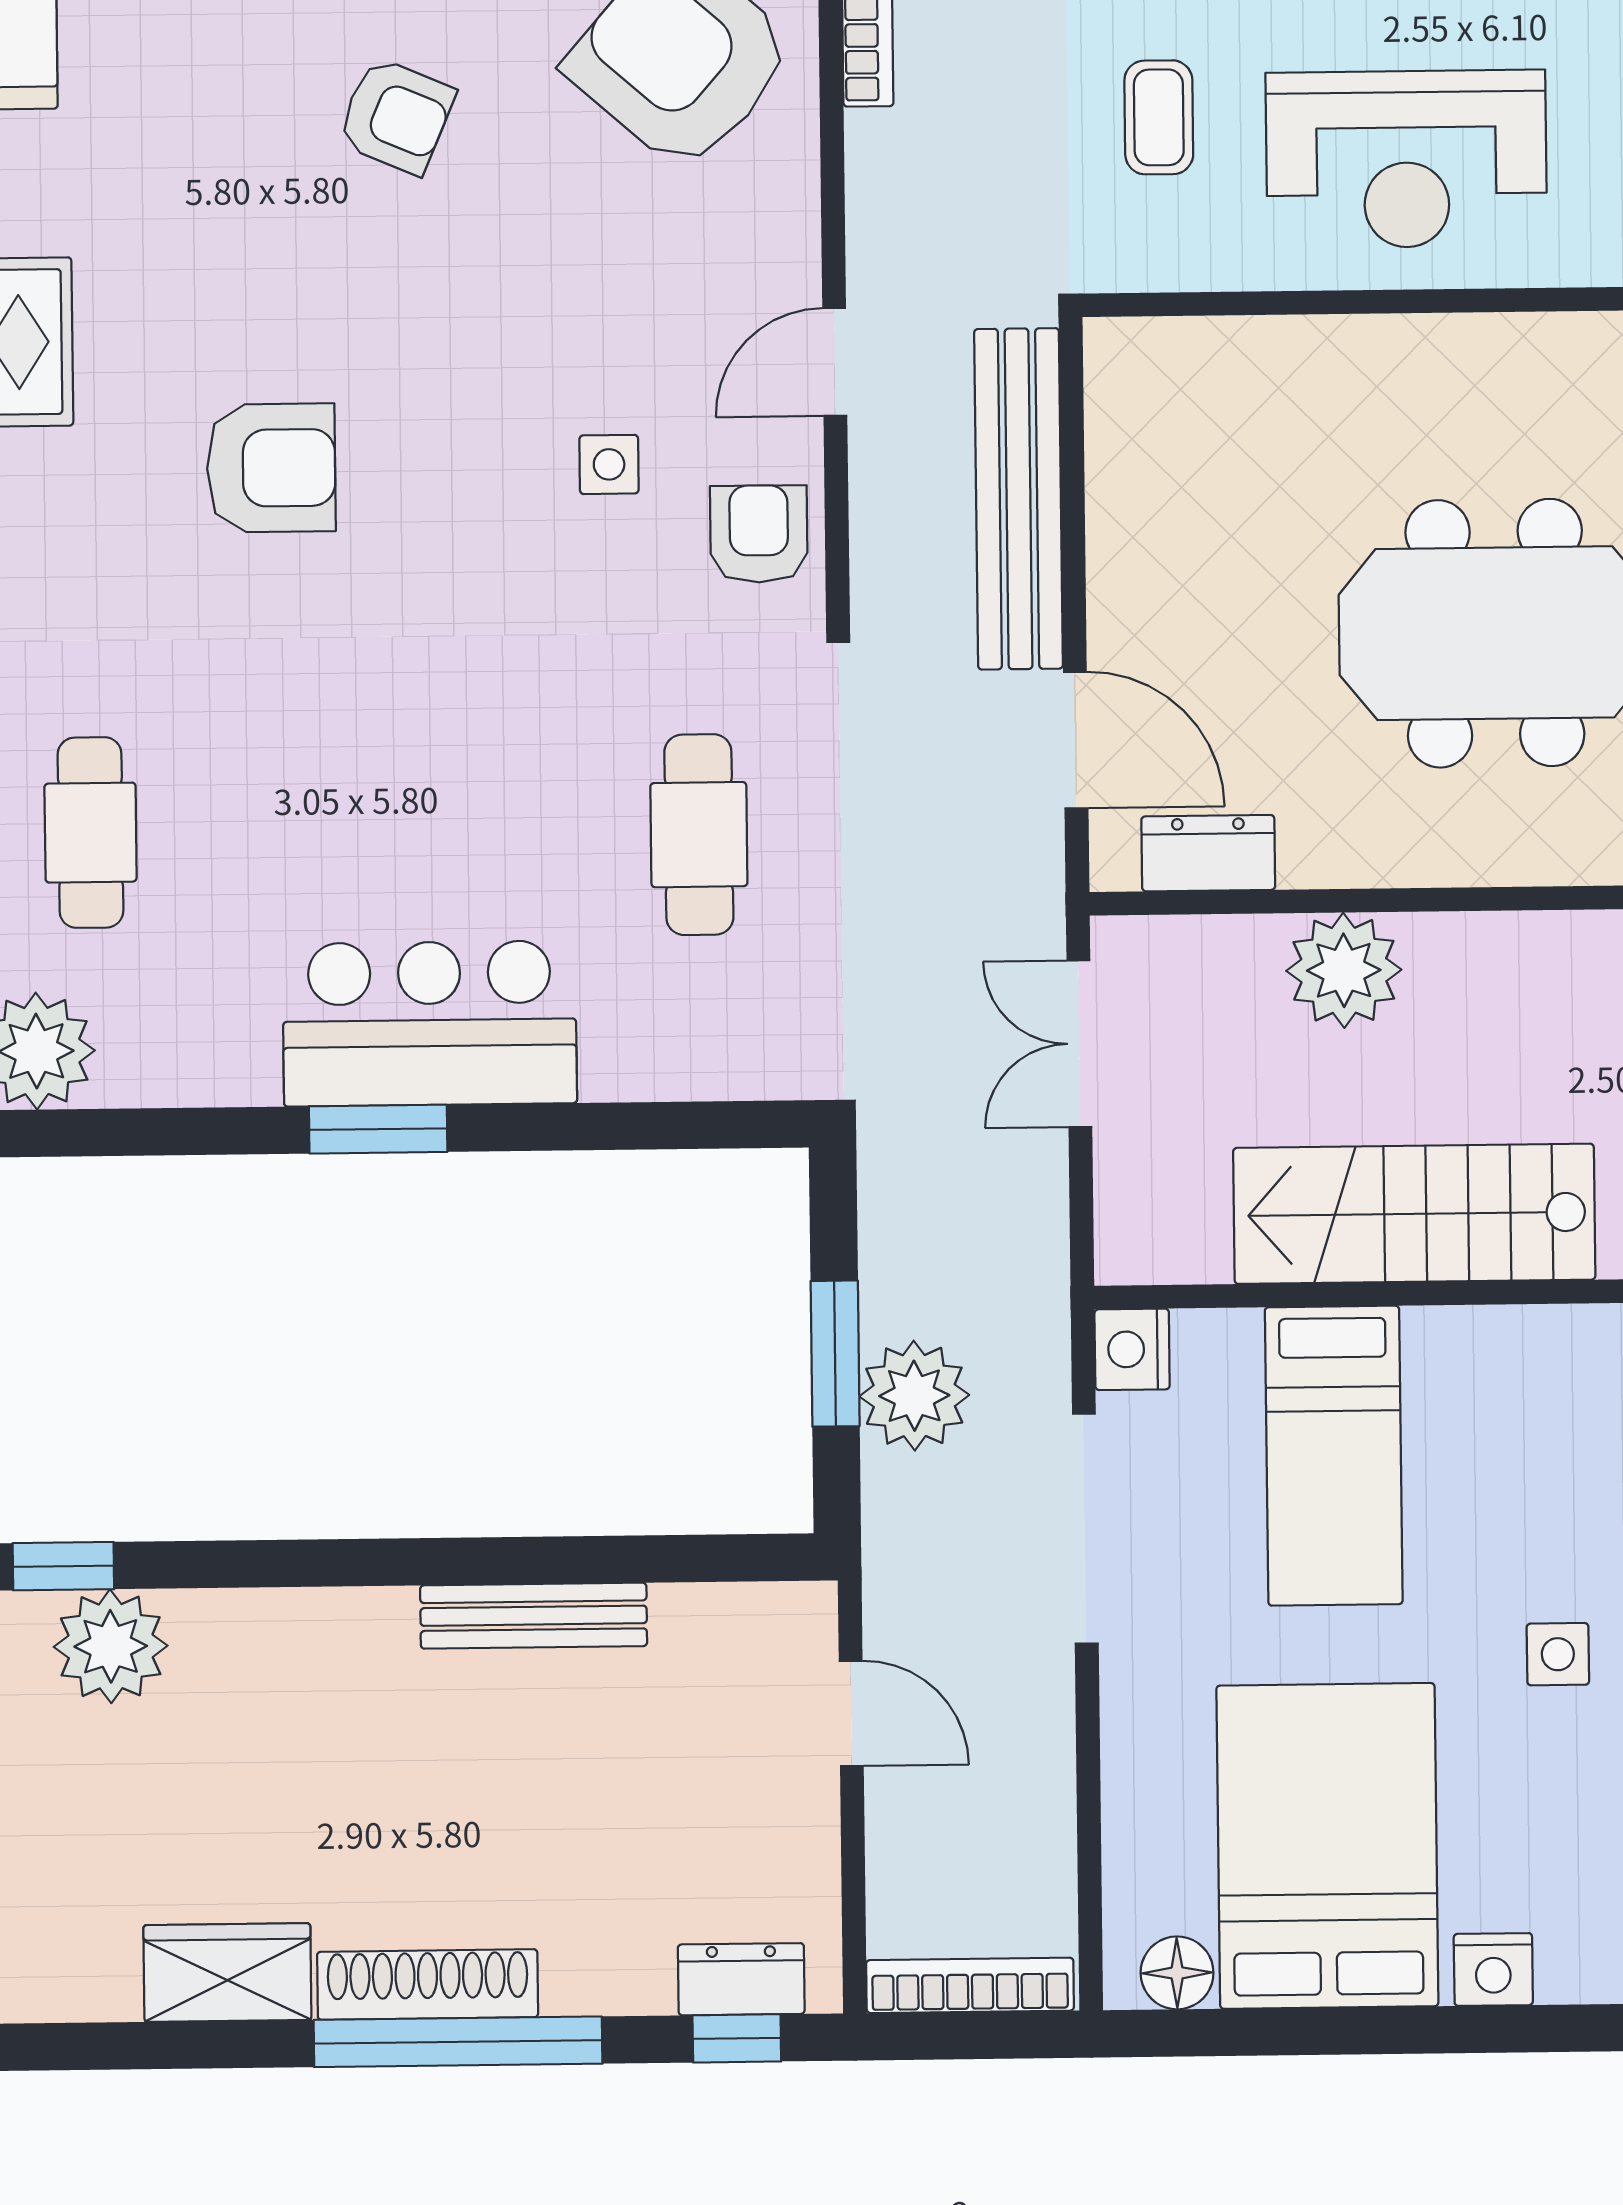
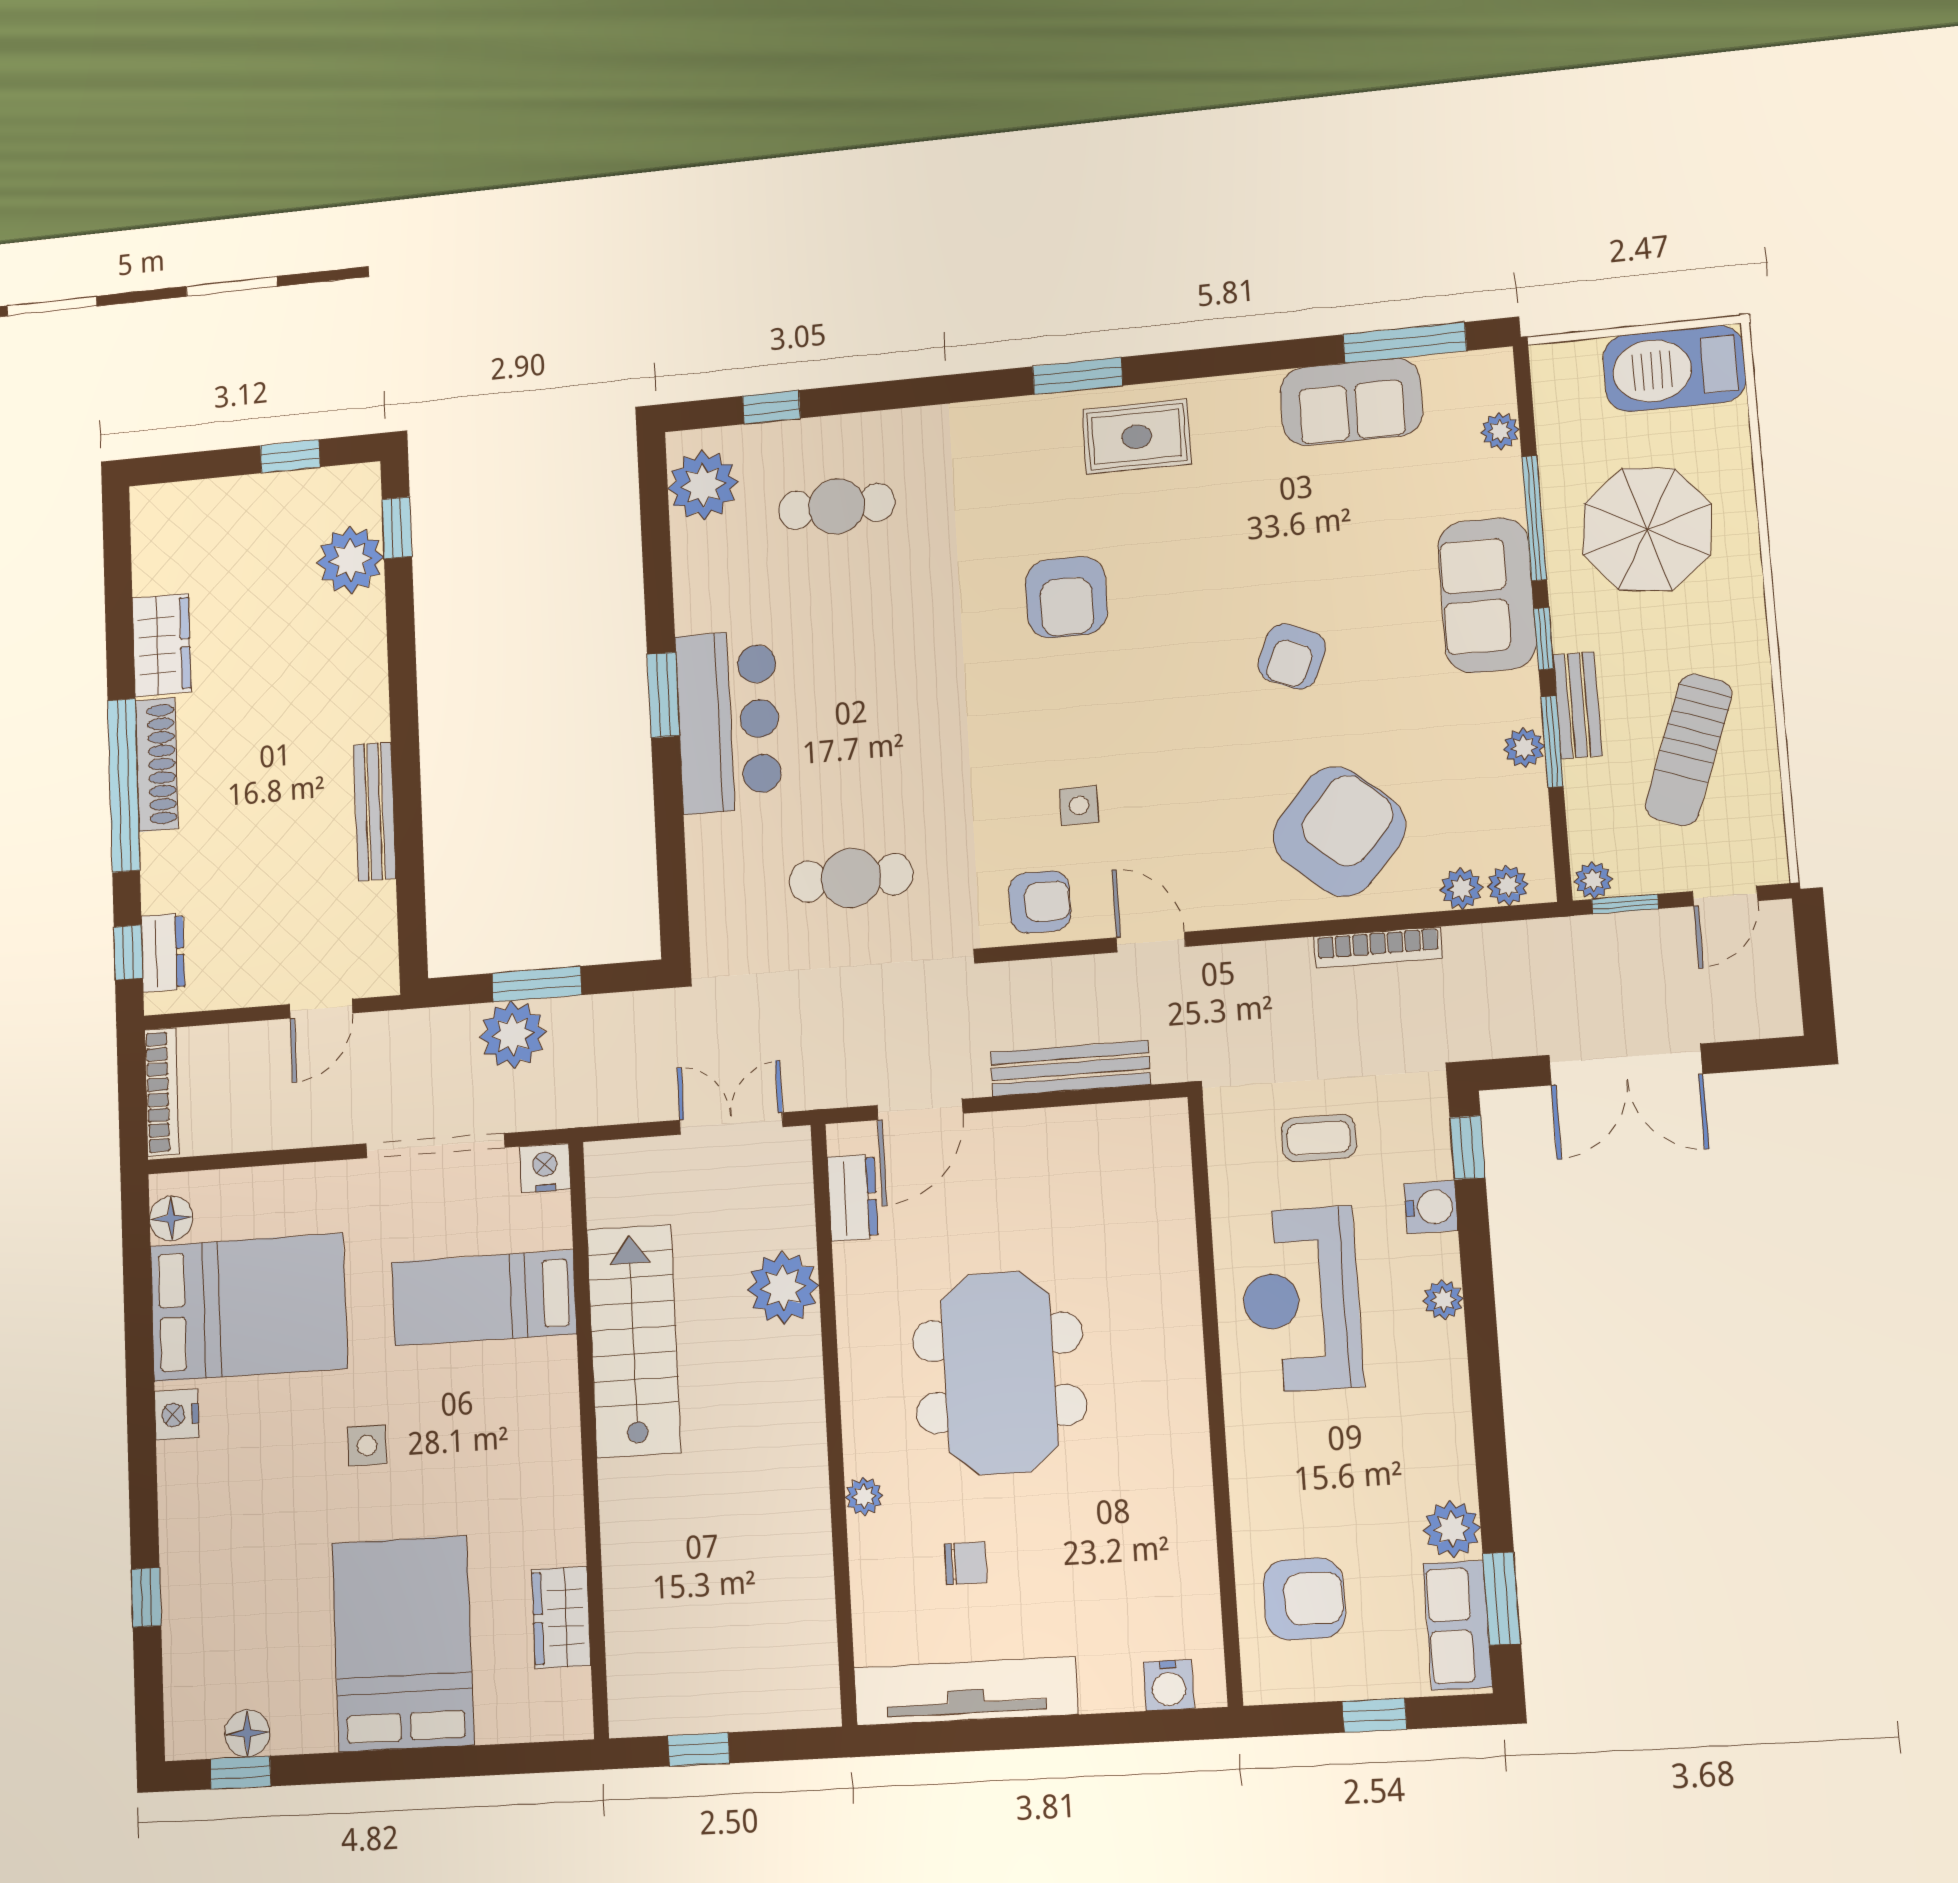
bench: (1019, 499) -> (1070, 1069), width x0.73, depth x0.82

